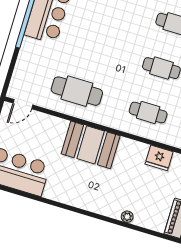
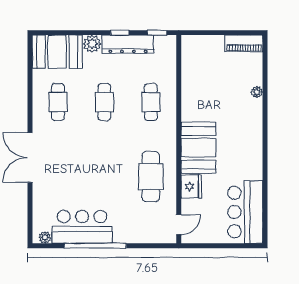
door: (23, 104) -> (179, 225), hinge flipped
fridge: (159, 158) -> (191, 187), moved

